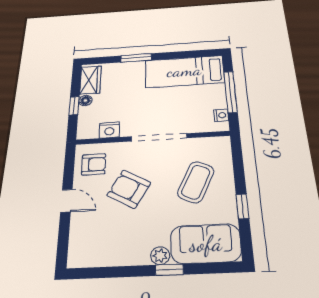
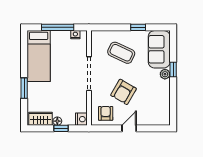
nightstand: (109, 130) -> (81, 119), moved

